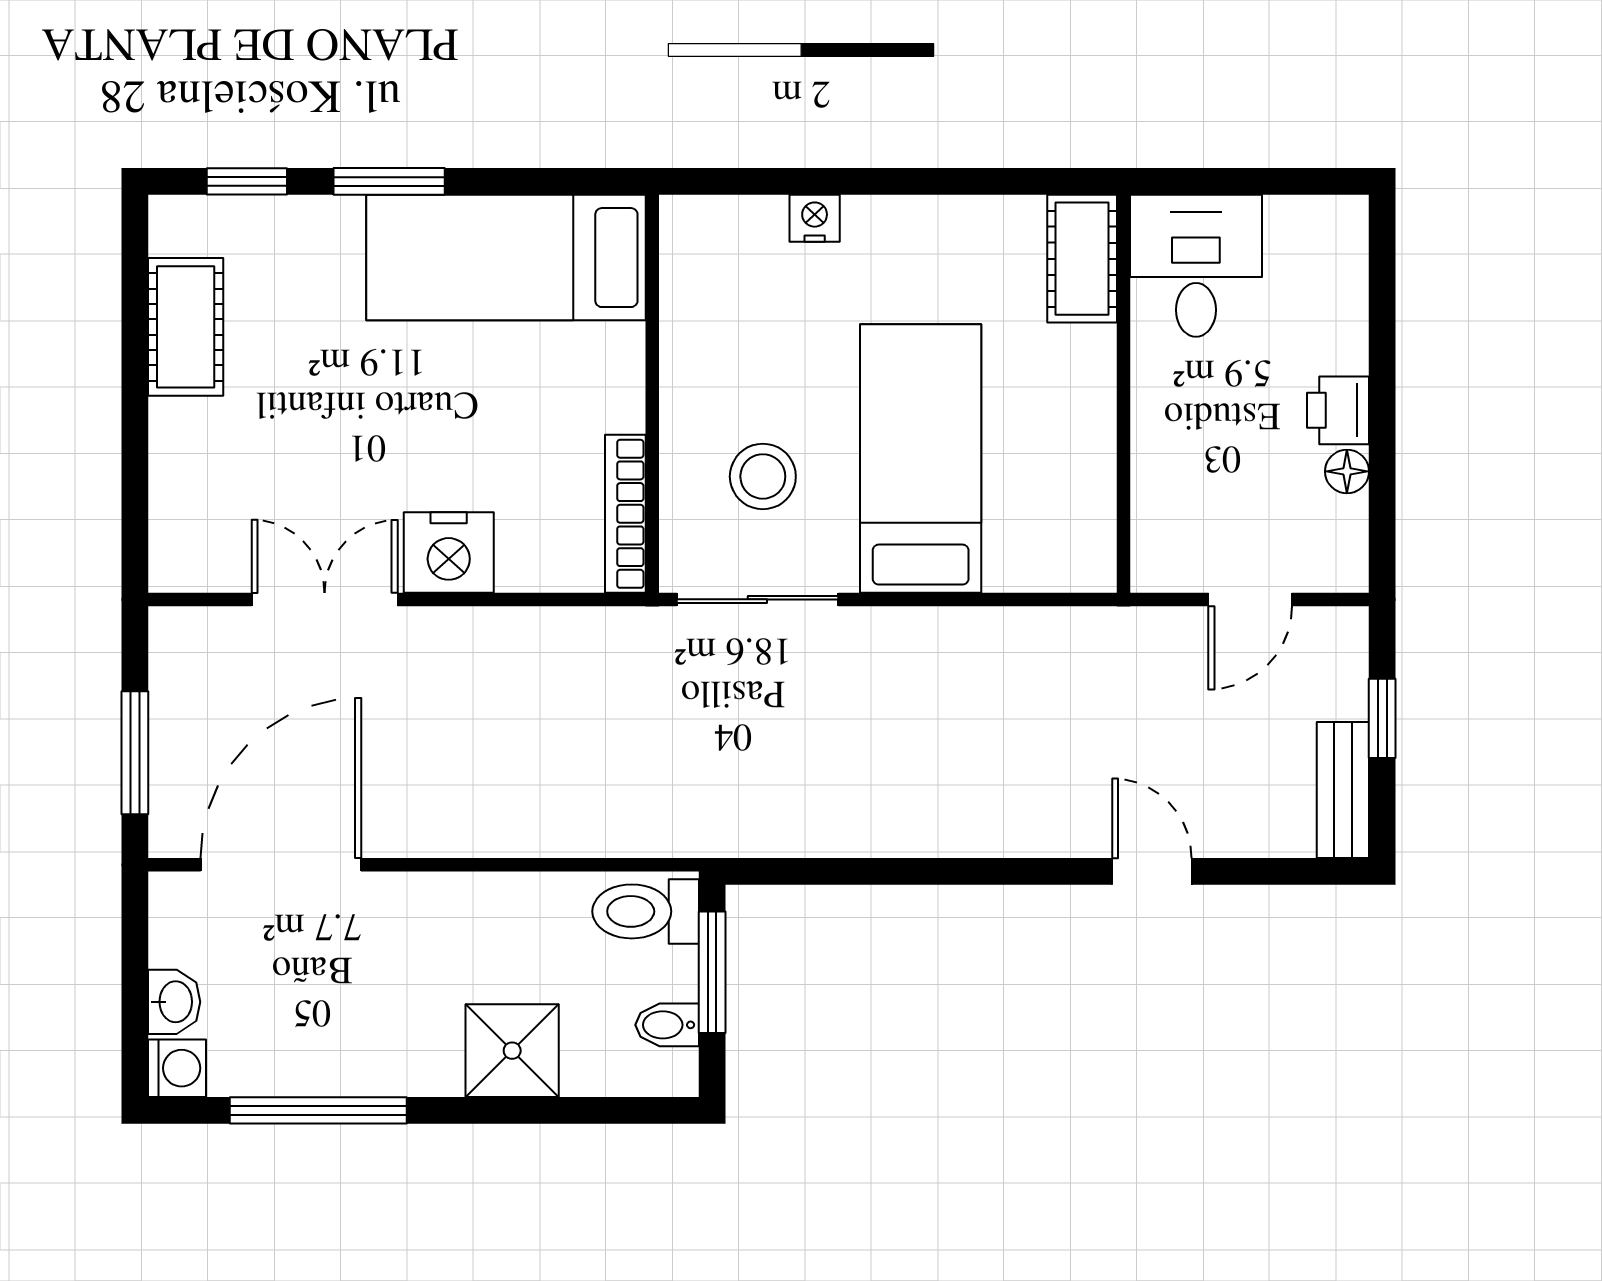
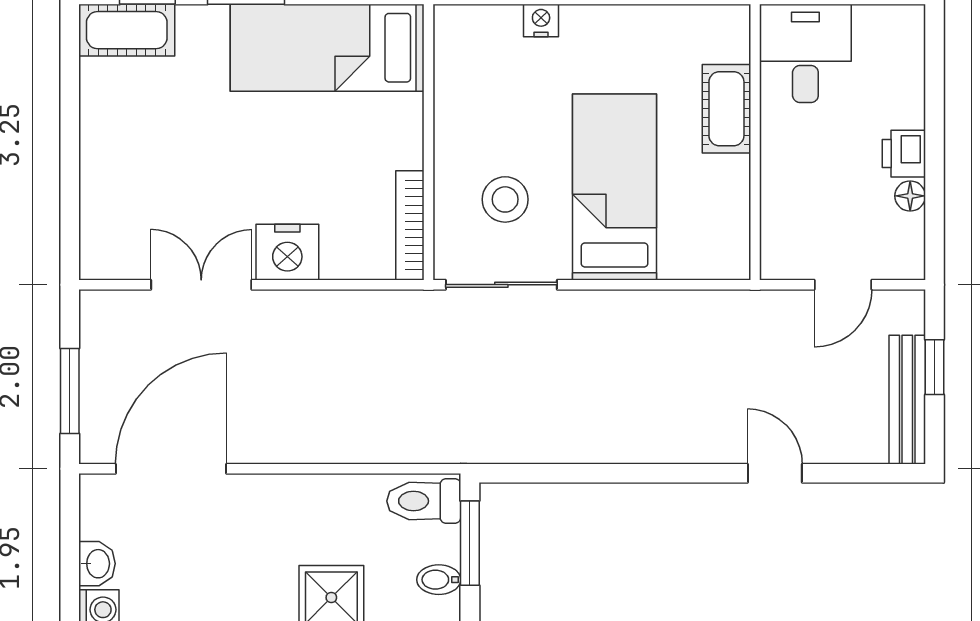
cot: (1082, 259) -> (726, 109), moved
cot: (186, 327) -> (127, 30), moved, turned 90
bench: (1343, 790) -> (907, 400), width x1.36

